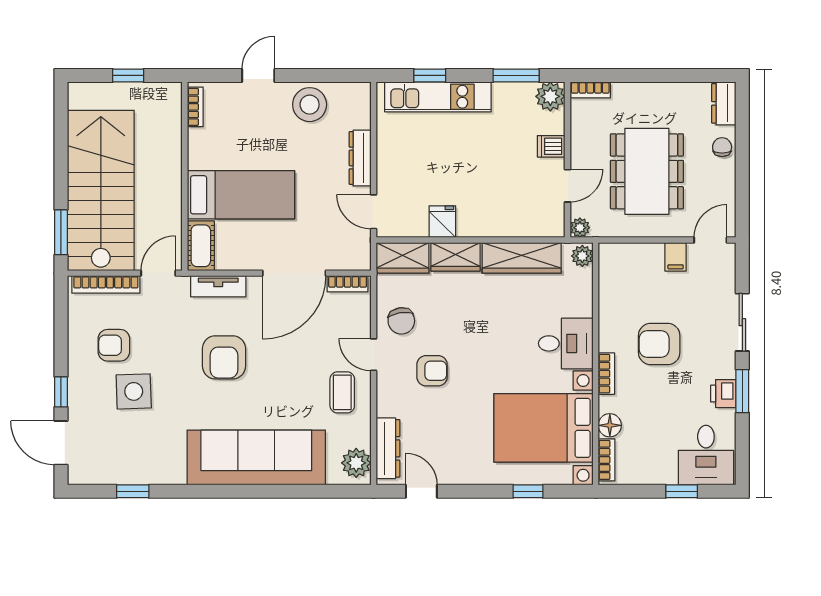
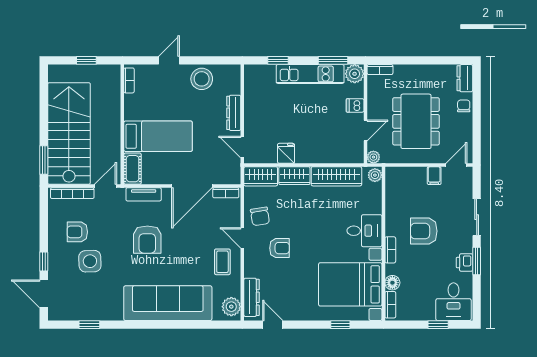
kitchen unit: (438, 97) -> (310, 74), moved

